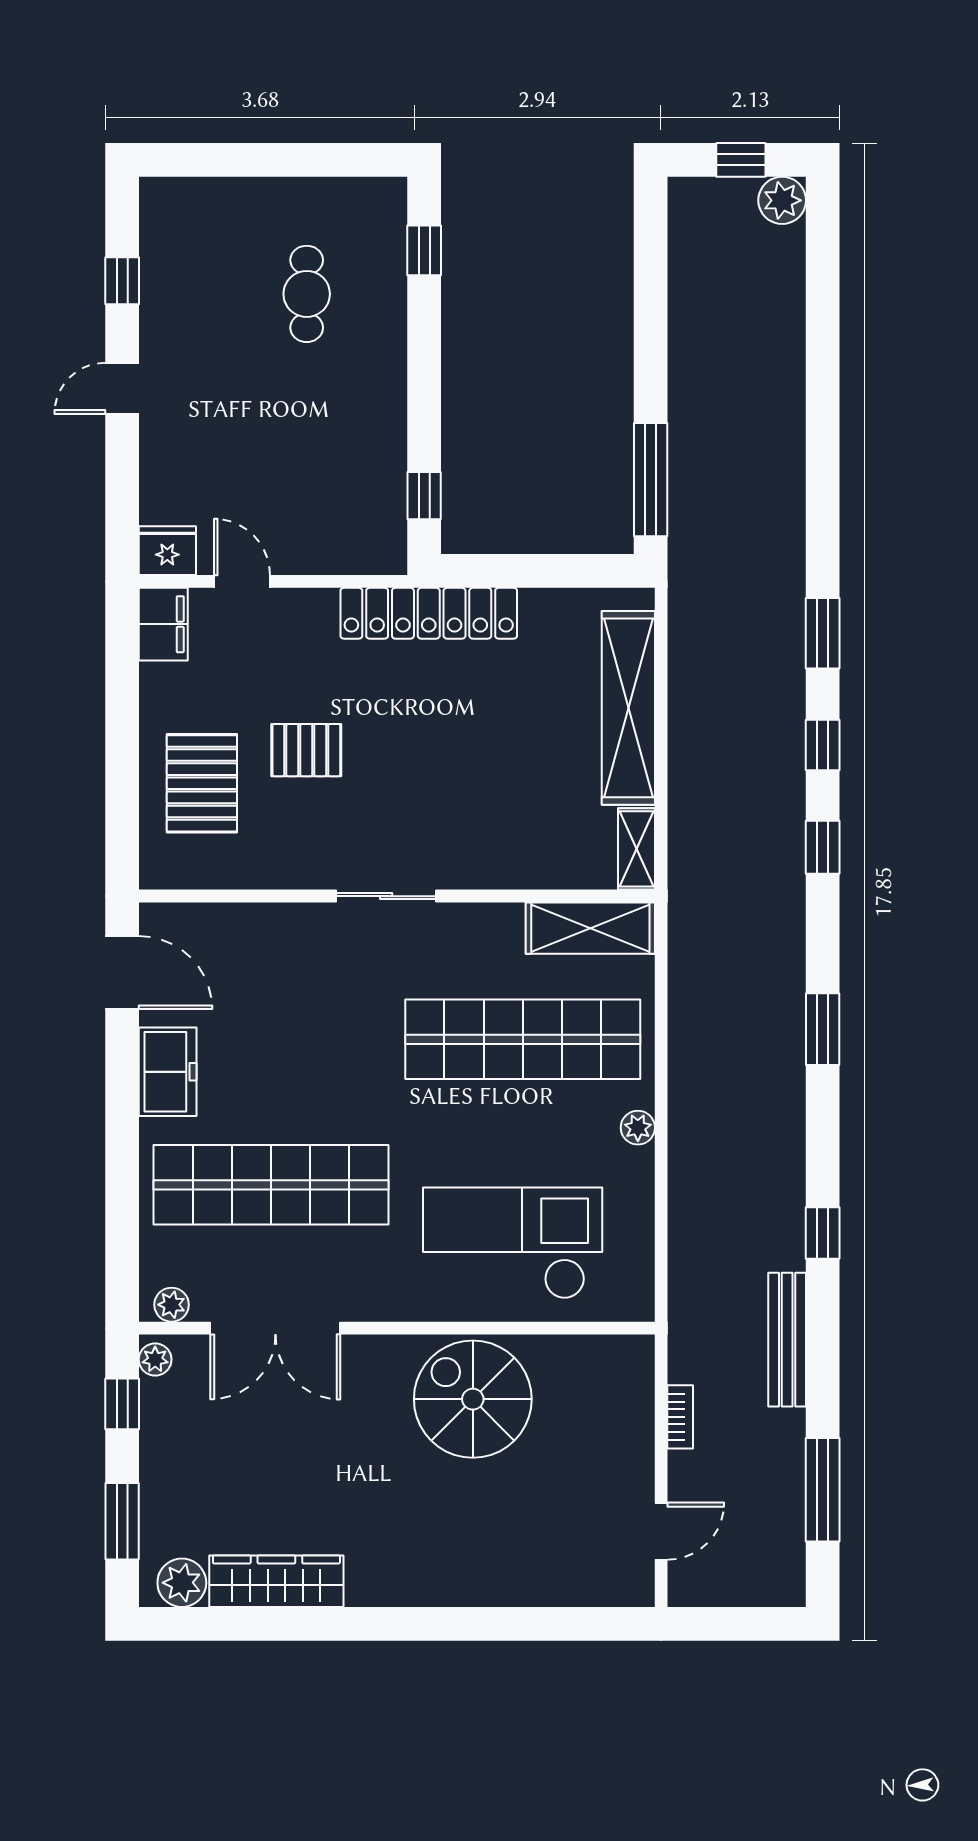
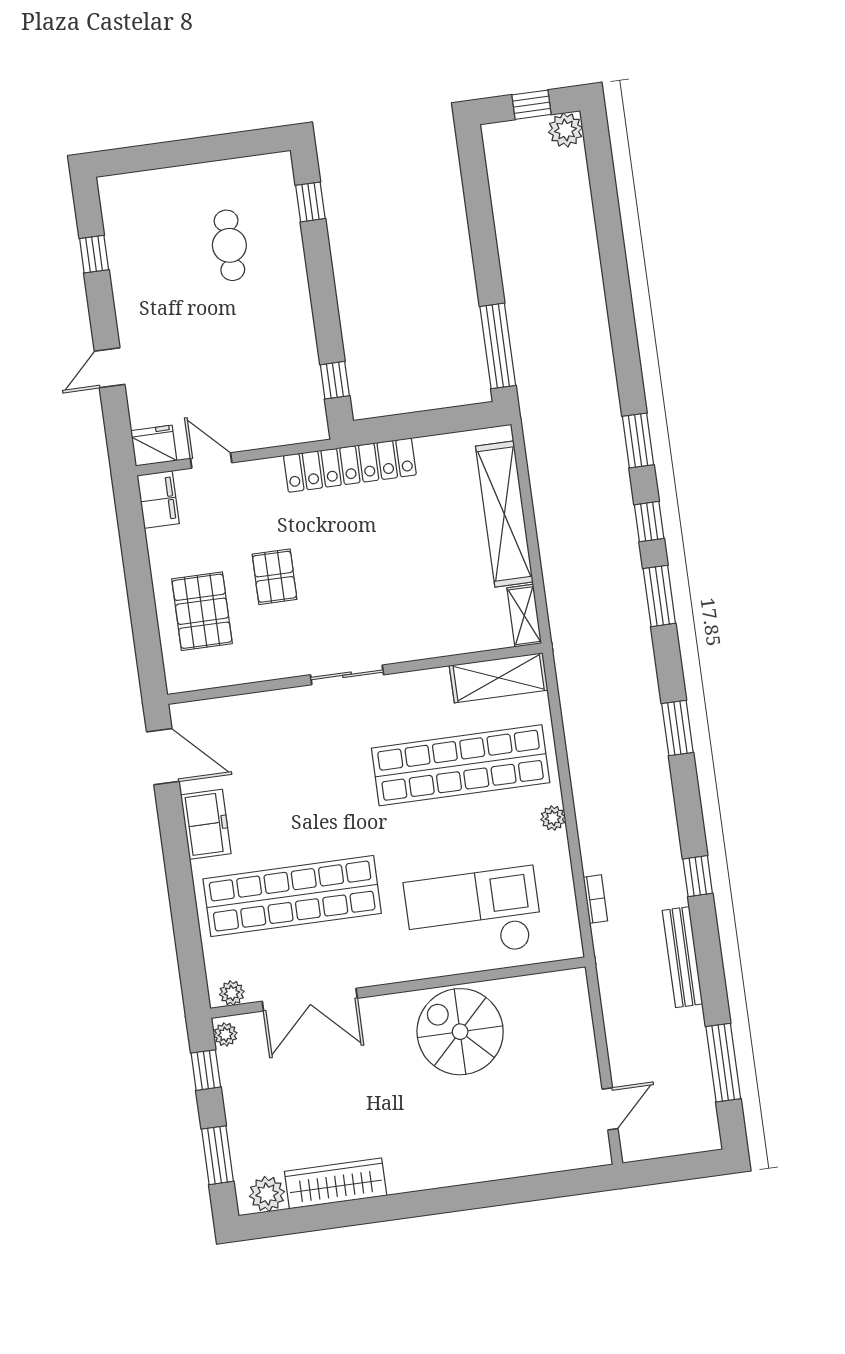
door: (122, 388) -> (110, 368), moved
pallet: (306, 750) -> (275, 577), turned 90
window: (823, 847) -> (659, 596), width x1.50
bookcase: (680, 1417) -> (595, 899), moved

